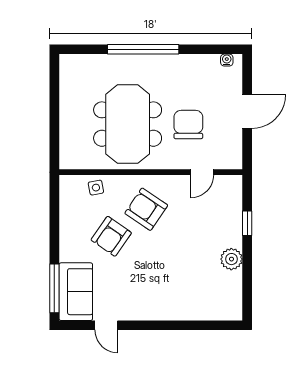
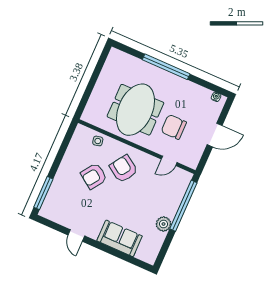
chair: (188, 125) -> (174, 127), turned -90
window: (247, 223) -> (183, 206), width x3.17
sofa: (76, 292) -> (120, 238), moved, turned -90
door: (106, 325) -> (76, 236), moved

